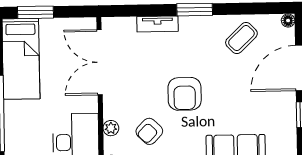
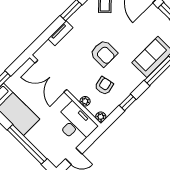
armchair: (149, 131) -> (104, 86), turned -146

